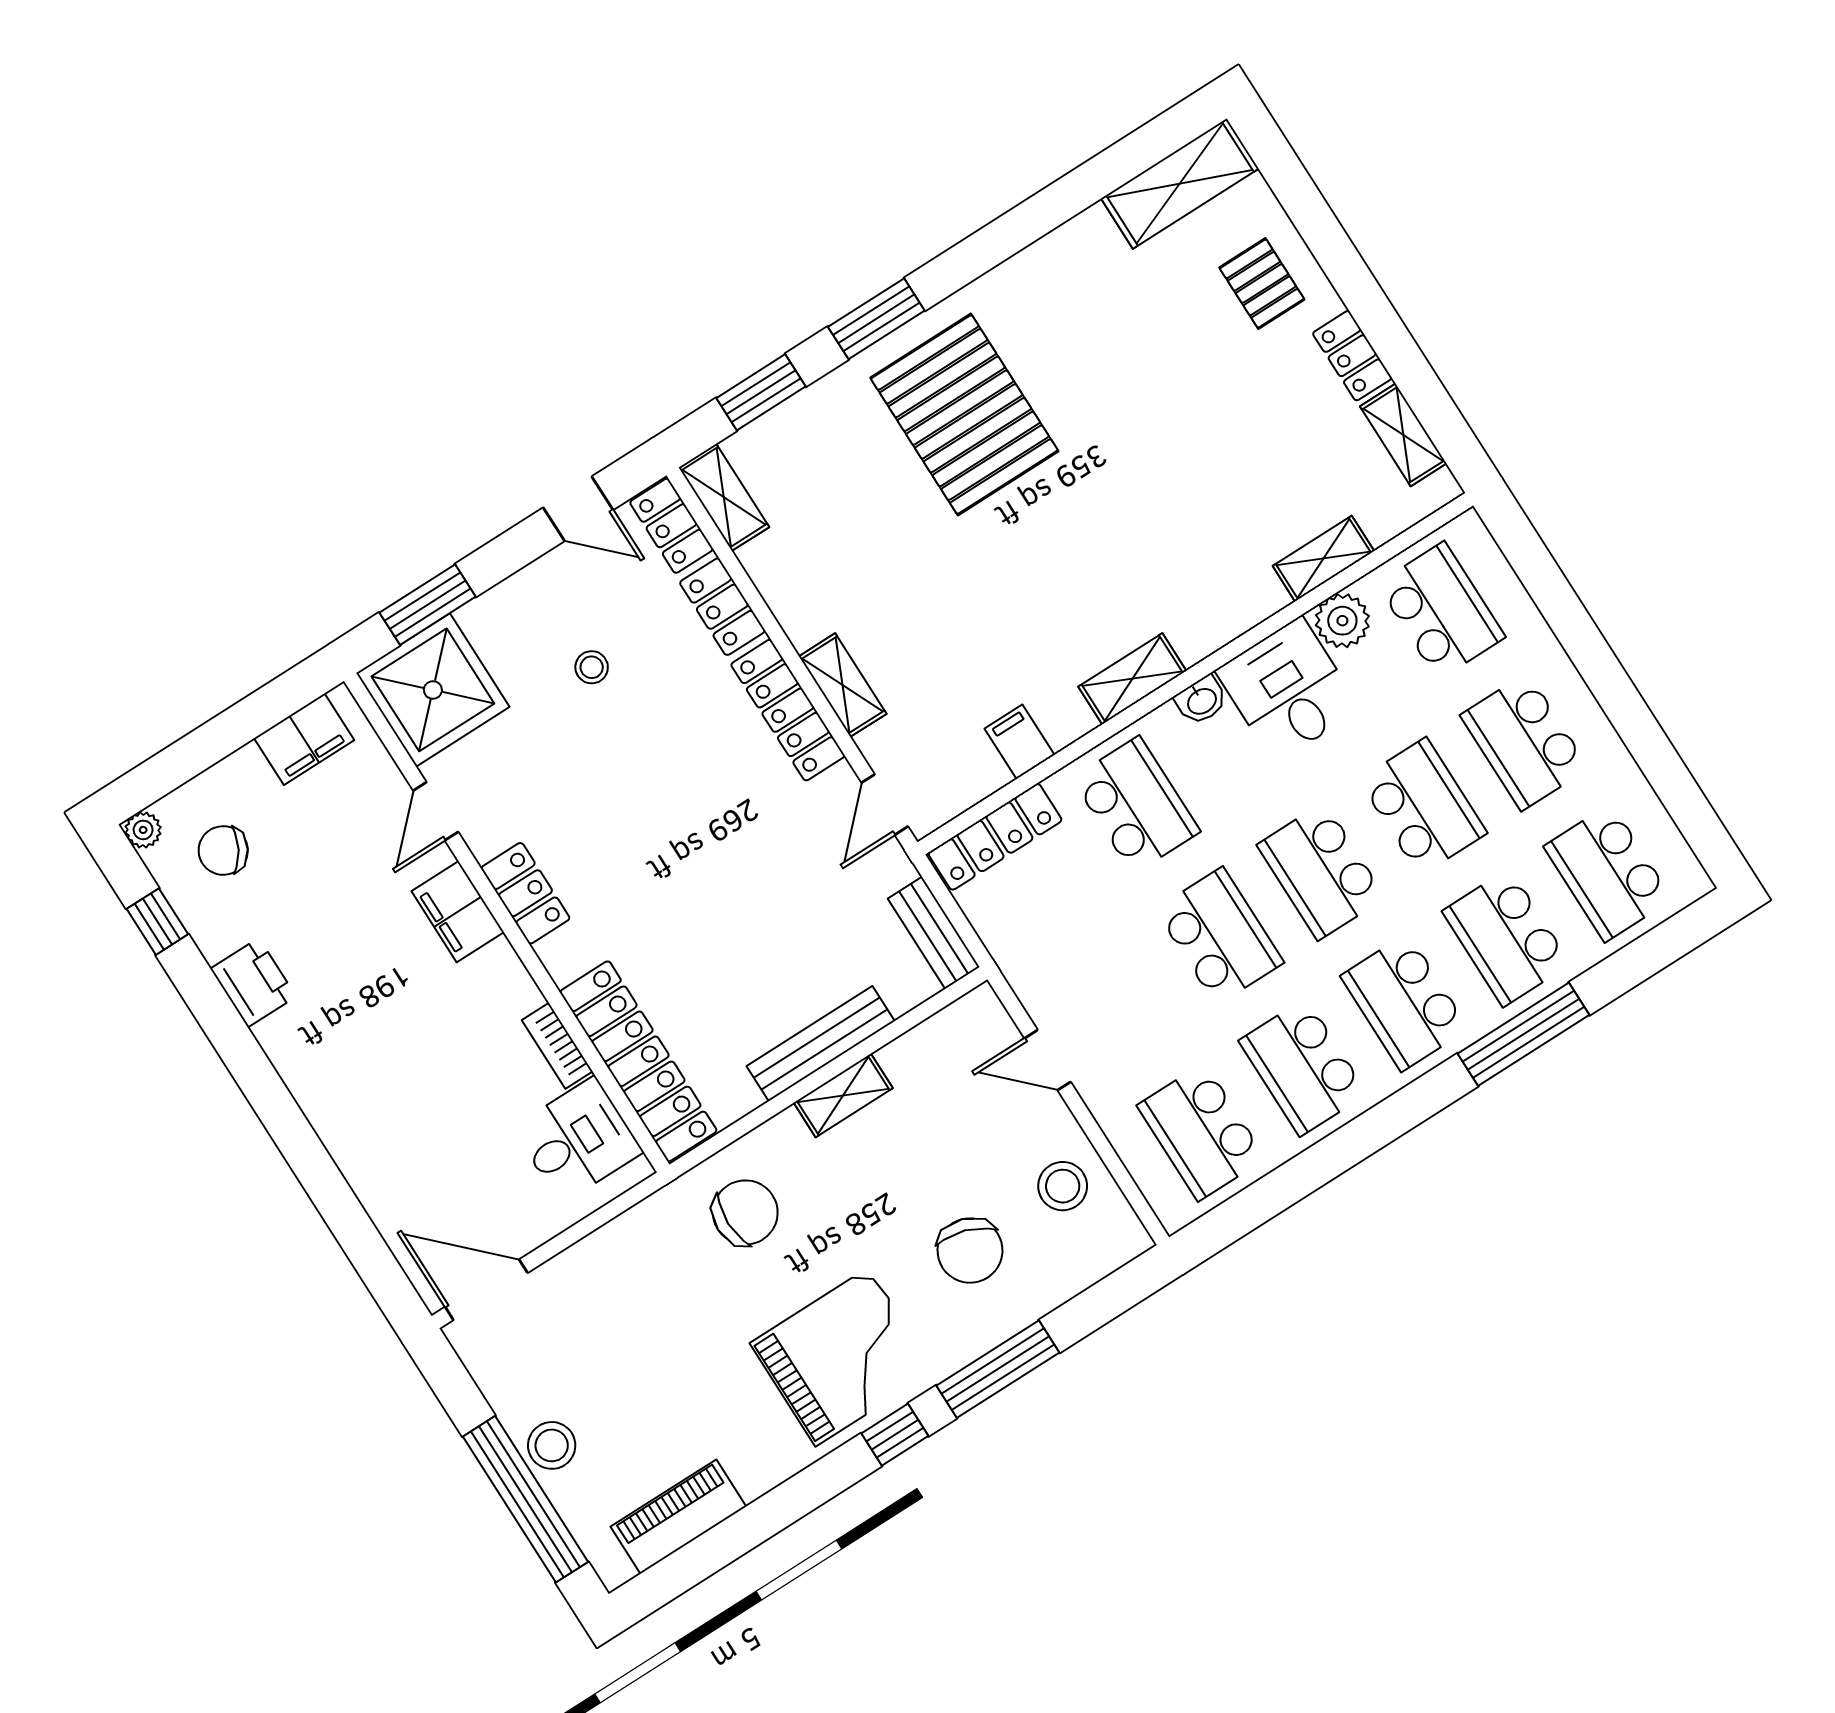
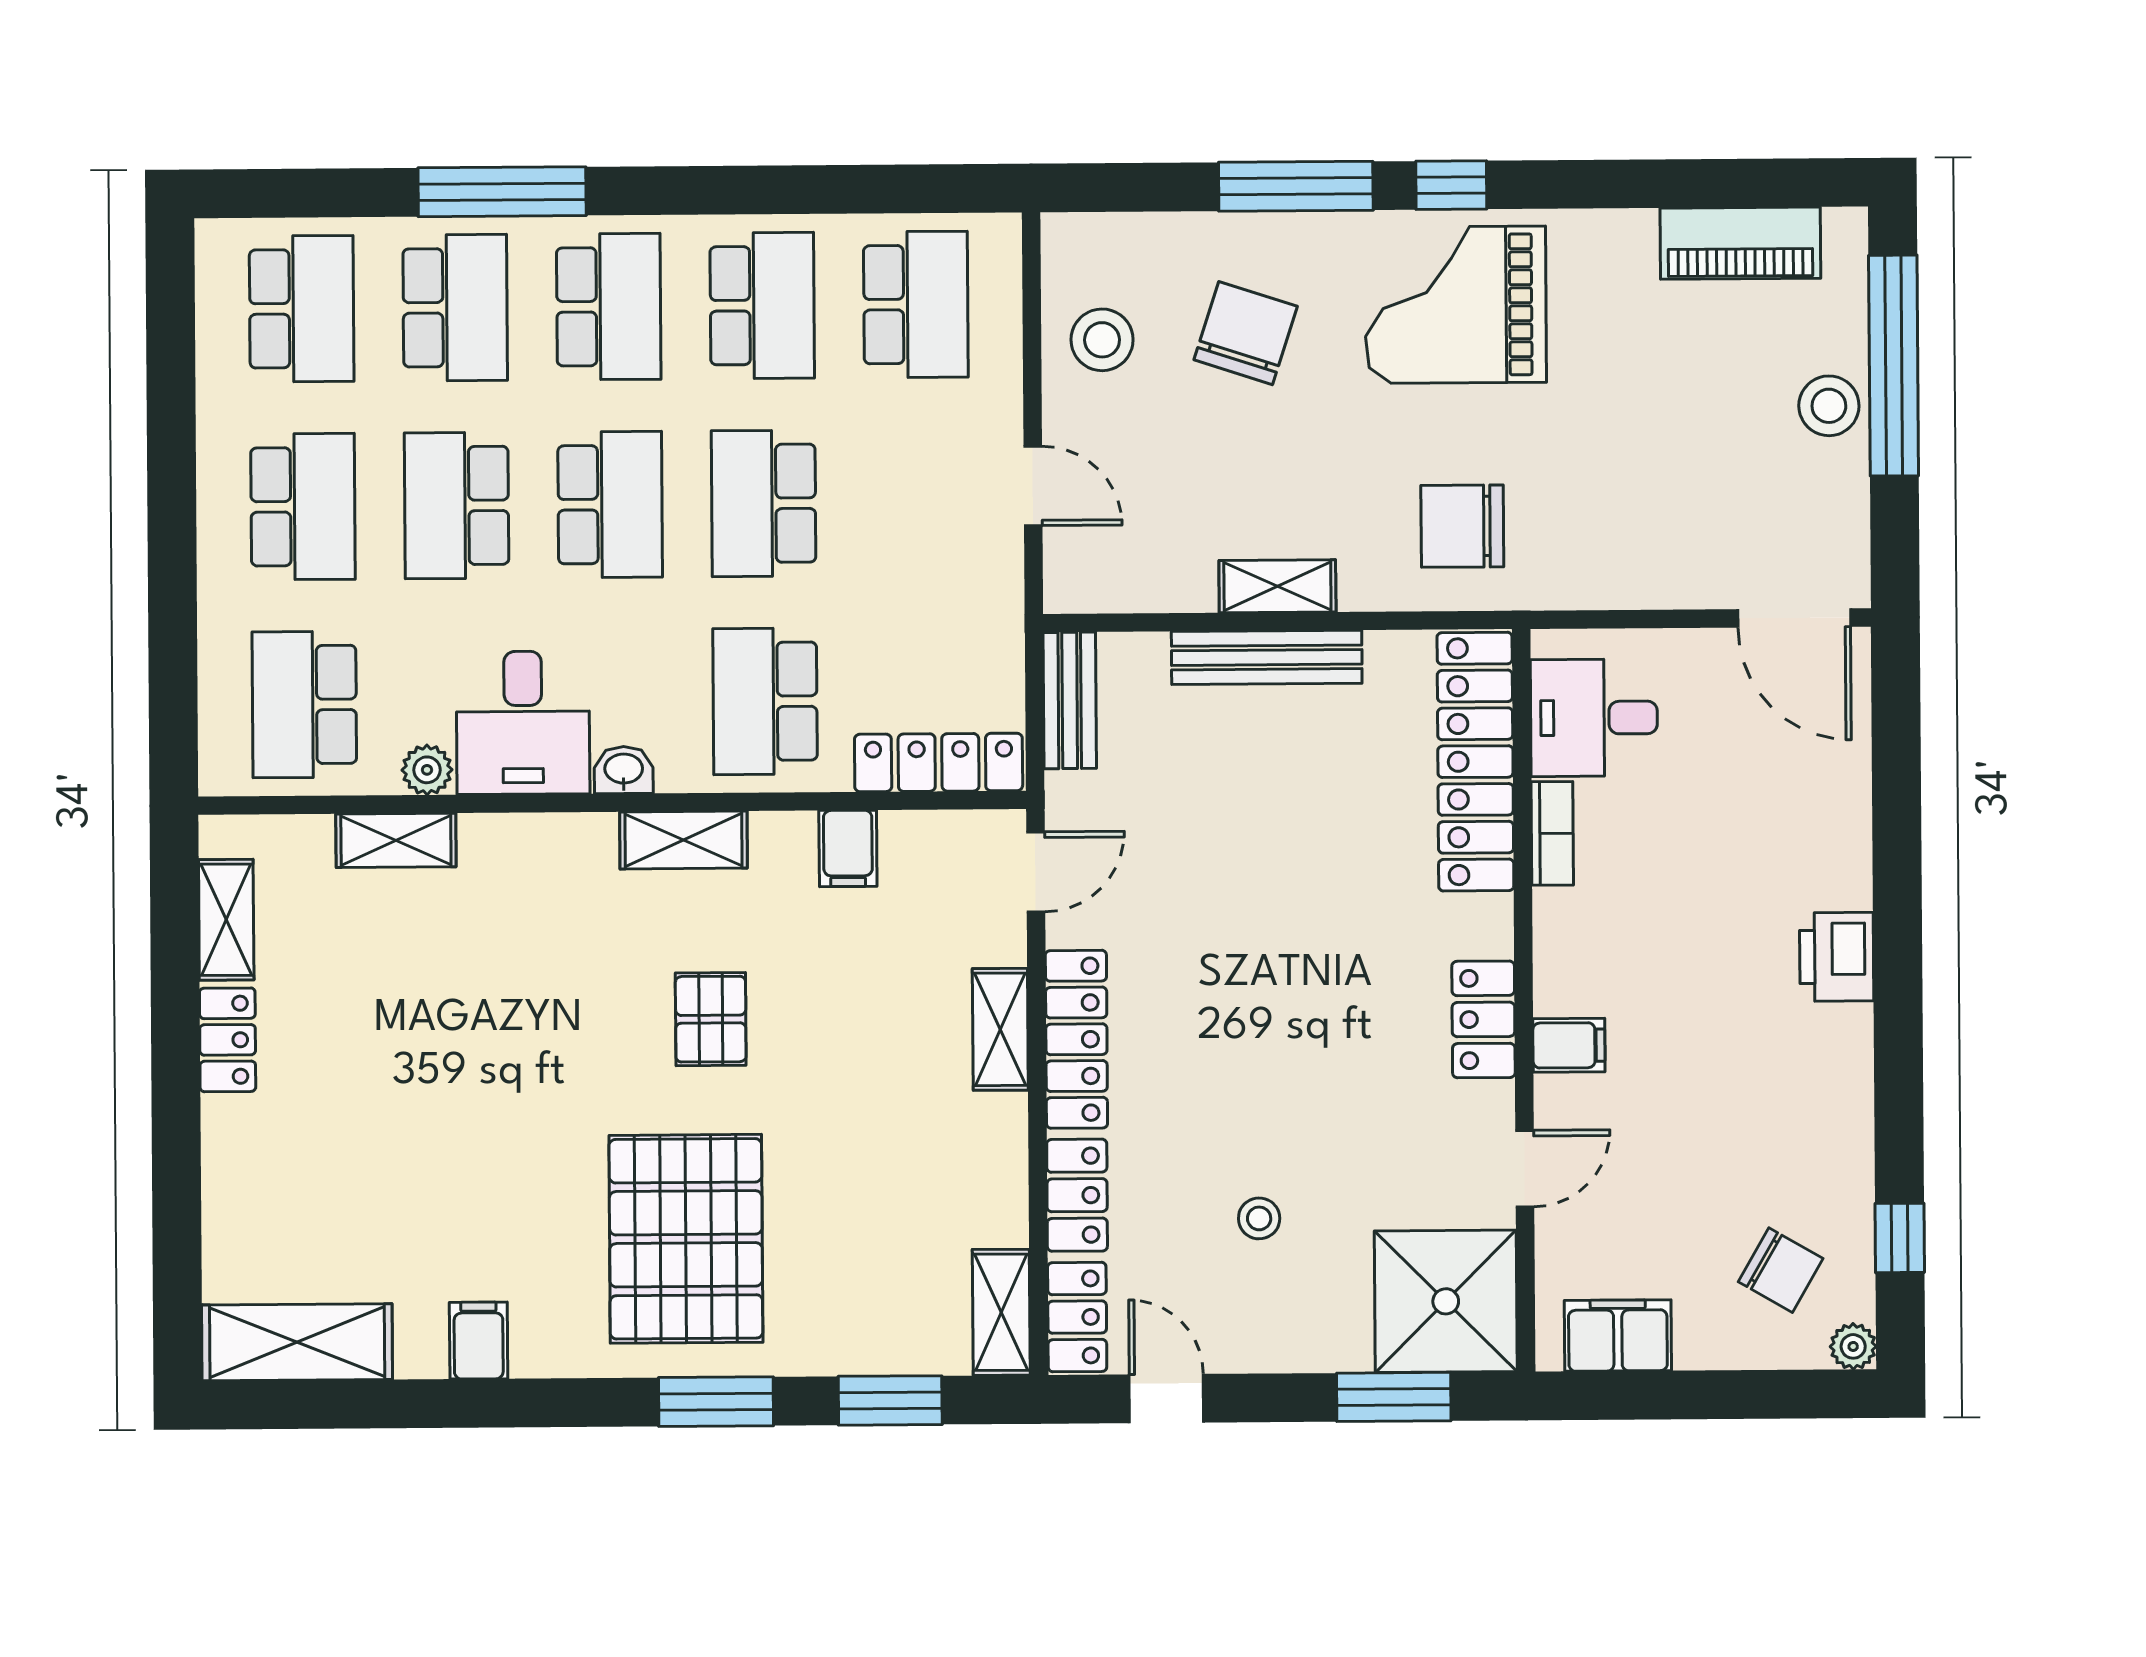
filing cabinet: (1060, 260) -> (479, 1341), added
pallet: (1262, 284) -> (711, 1019), moved
plant: (1342, 621) -> (427, 770), width x0.73, depth x0.73
filing cabinet: (458, 912) -> (1569, 1045), width x0.50
printer: (253, 983) -> (1837, 957), moved

